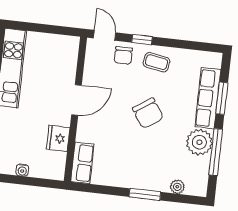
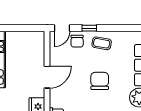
door: (105, 35) -> (62, 28), swing flipped
chair: (148, 113) -> (100, 81), turned -146

